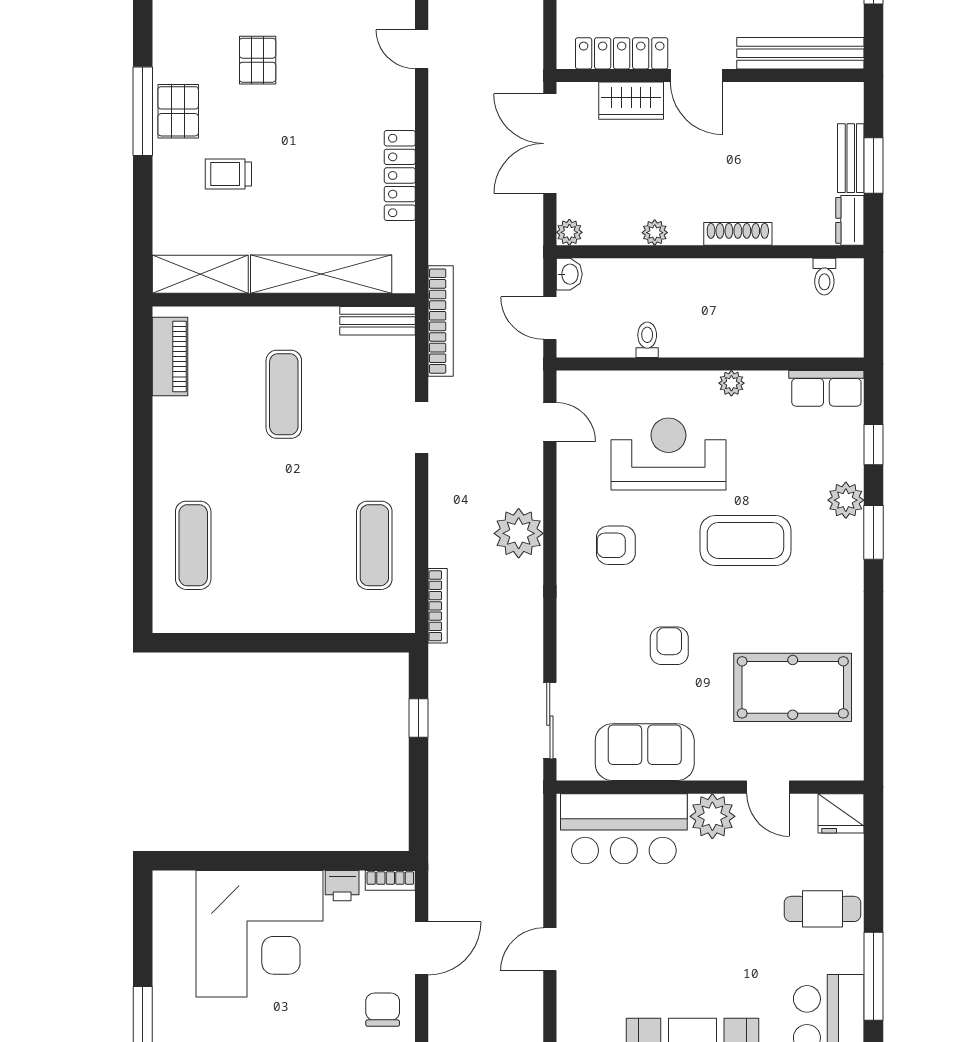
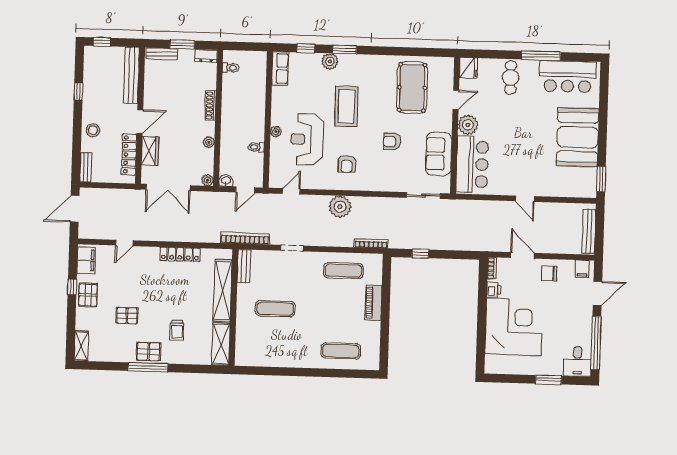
bench: (851, 158) -> (162, 54), moved
piano: (170, 357) -> (374, 303), moved, turned -90
plant: (731, 383) -> (276, 132), moved

